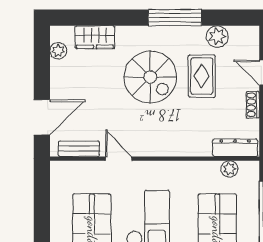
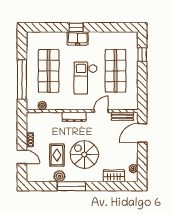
plant: (217, 36) -> (59, 176), moved
dresser: (235, 148) -> (74, 117), moved
door: (119, 159) -> (101, 111), swing flipped

